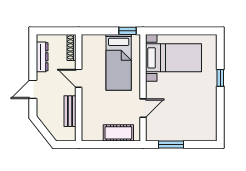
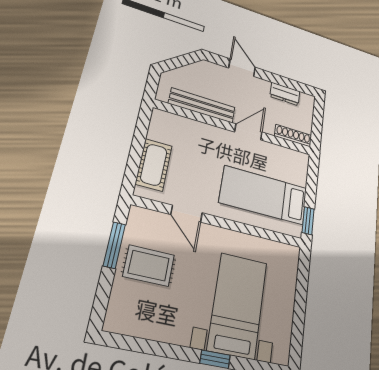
dresser: (42, 57) -> (285, 94), width x0.70
bed with nightstands: (174, 58) -> (238, 305), moved, turned 180
bench: (70, 111) -> (202, 105), width x1.36
rug: (178, 124) -> (149, 266), added

